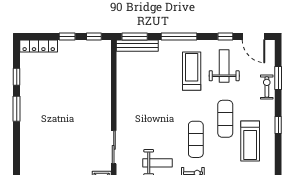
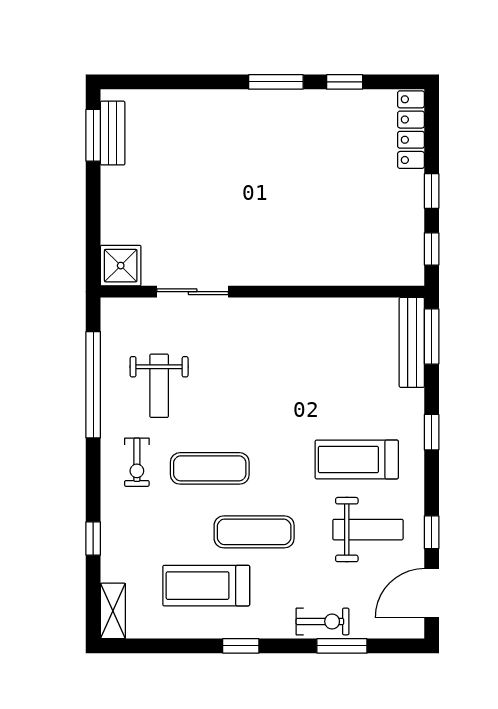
window: (179, 36) -> (432, 432), width x0.46
treadmill: (192, 71) -> (357, 459), turned 180

